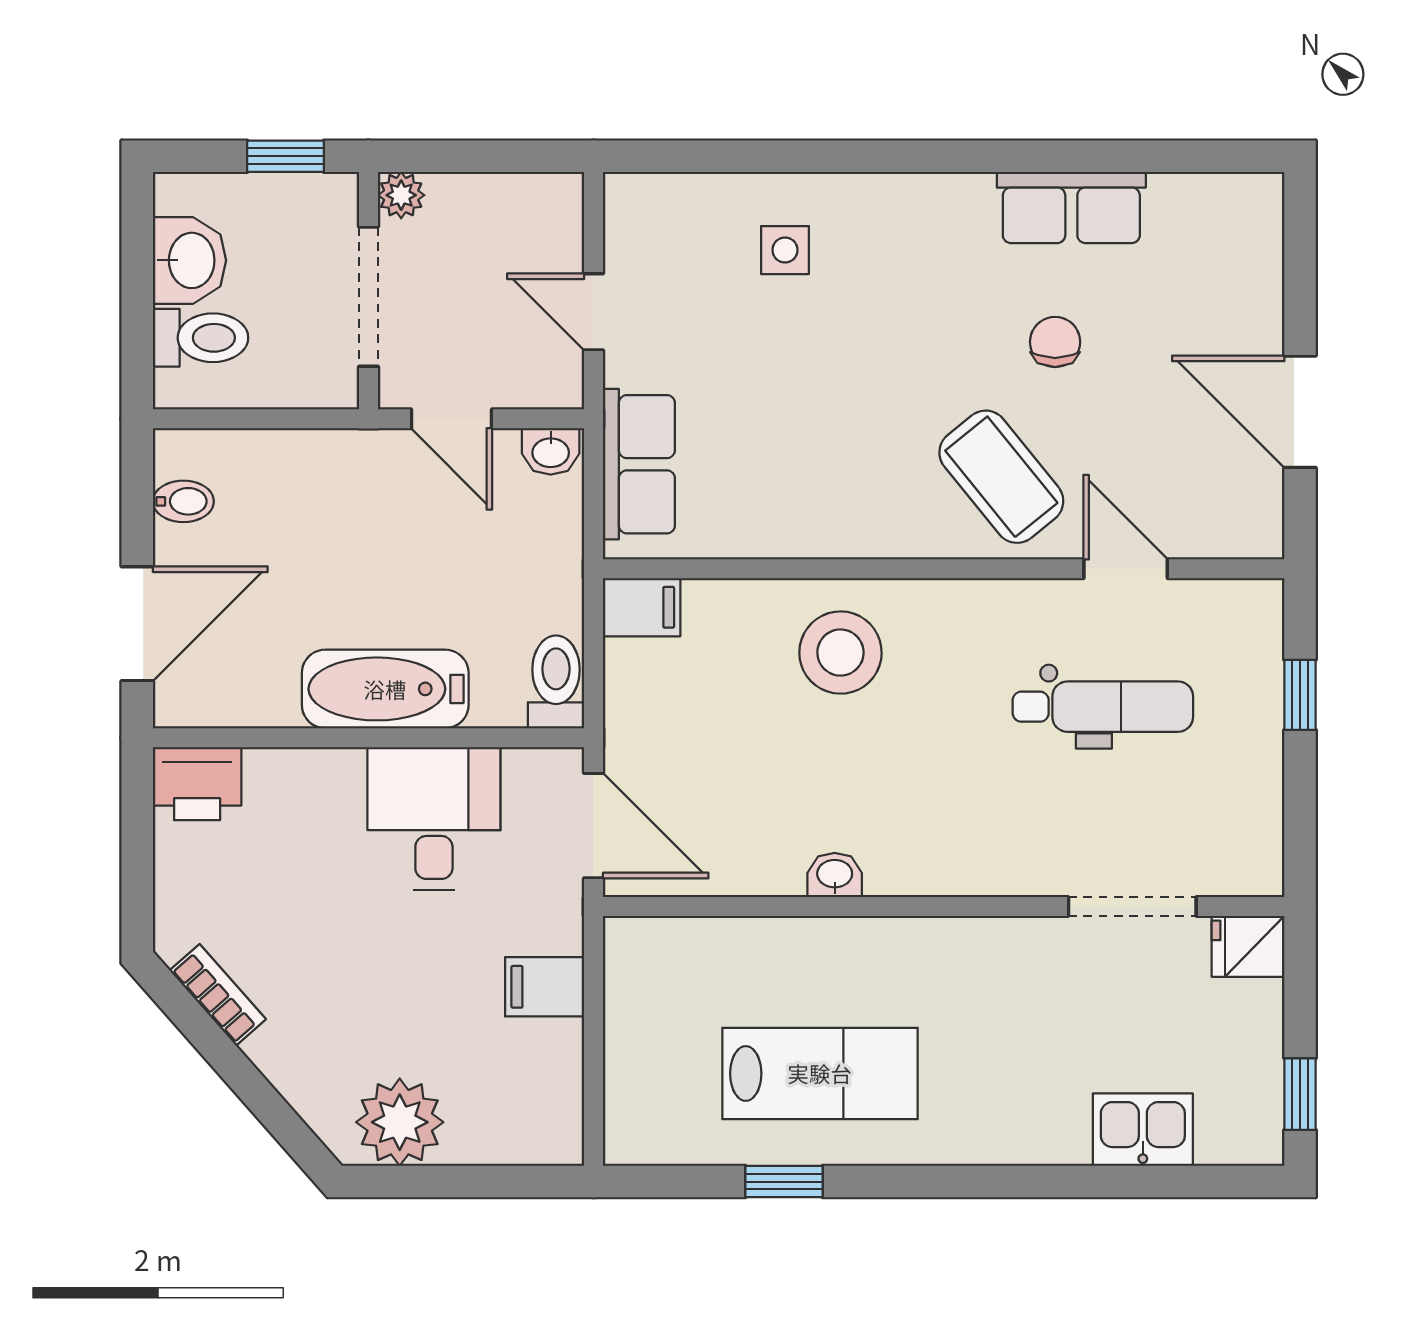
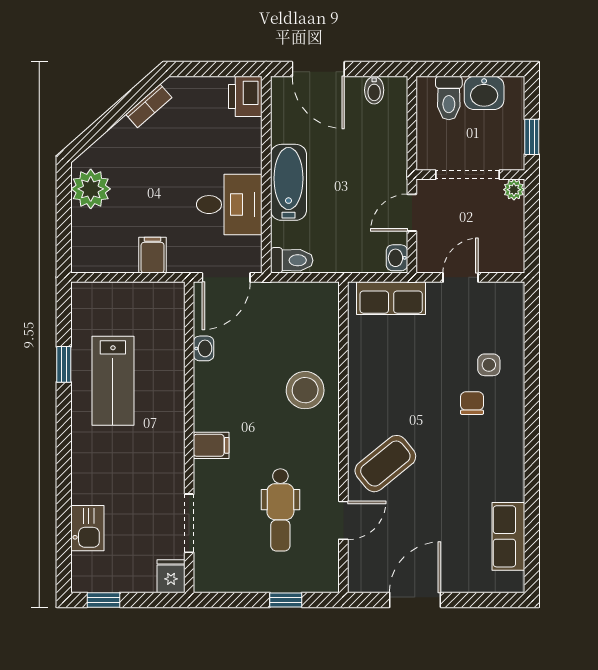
row of seats: (1071, 207) -> (508, 536), moved
chair: (1055, 342) -> (472, 403), moved, turned -90
filing cabinet: (642, 607) -> (211, 445), moved, turned -90
washbasin: (835, 875) -> (204, 348), moved

